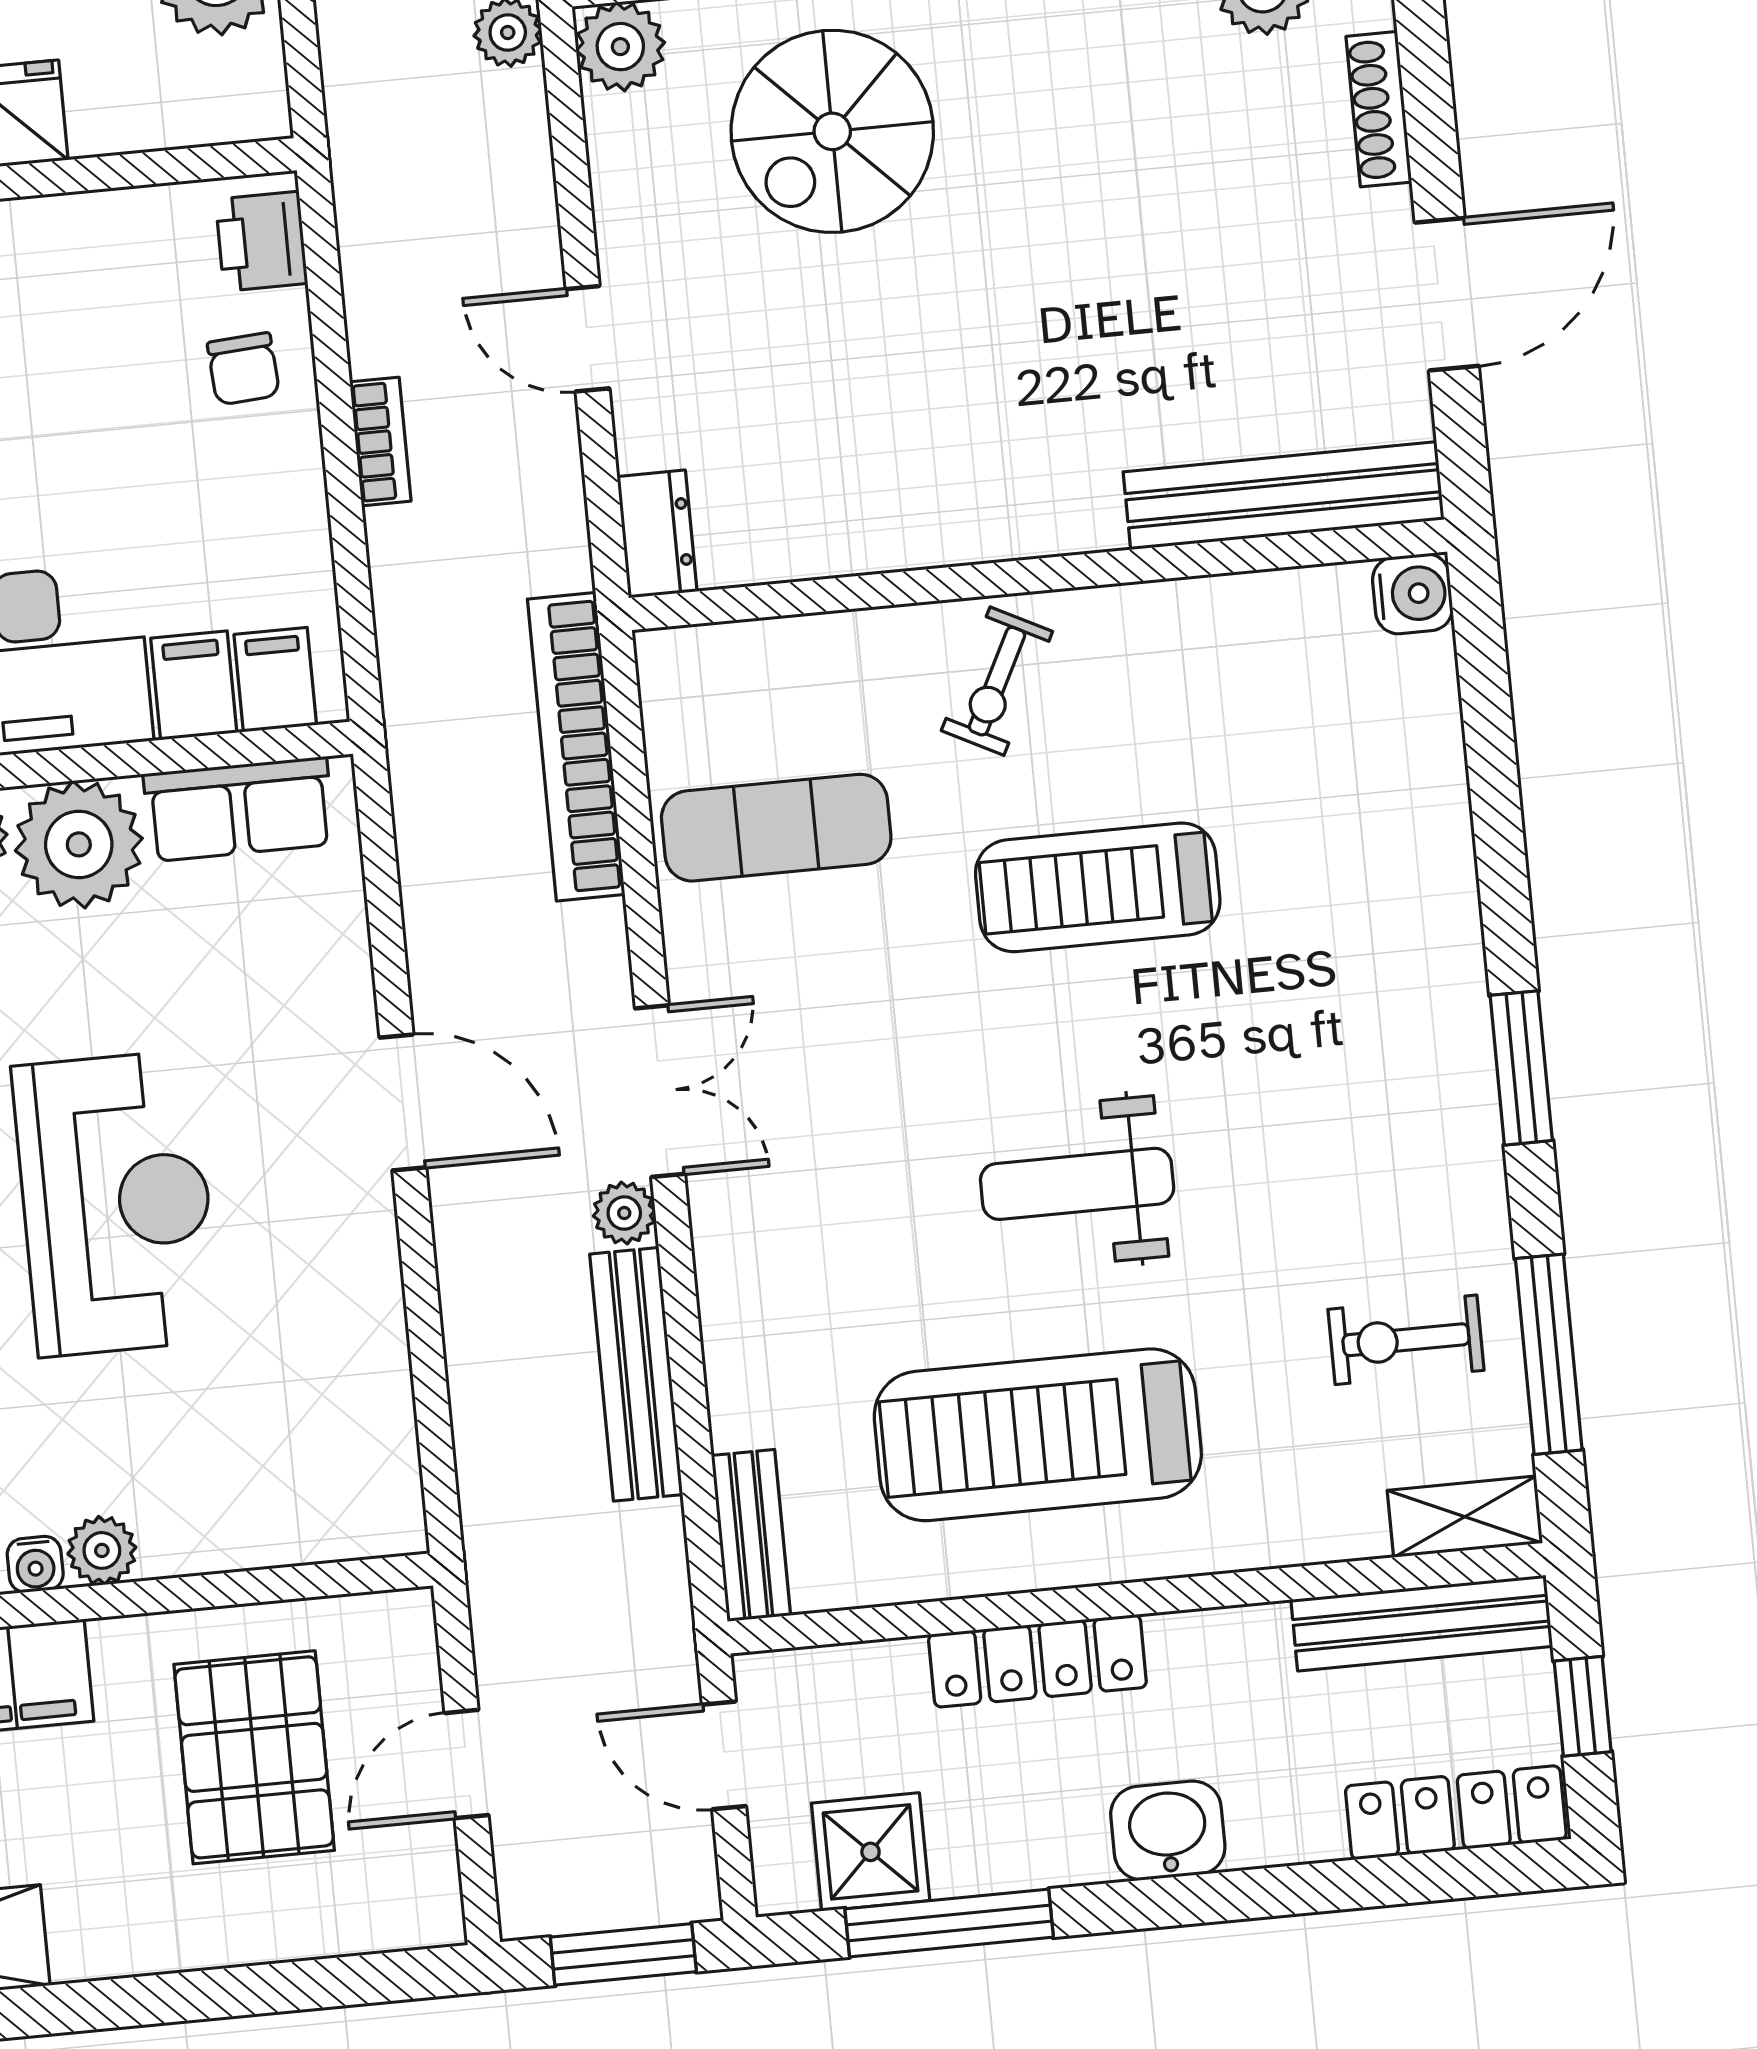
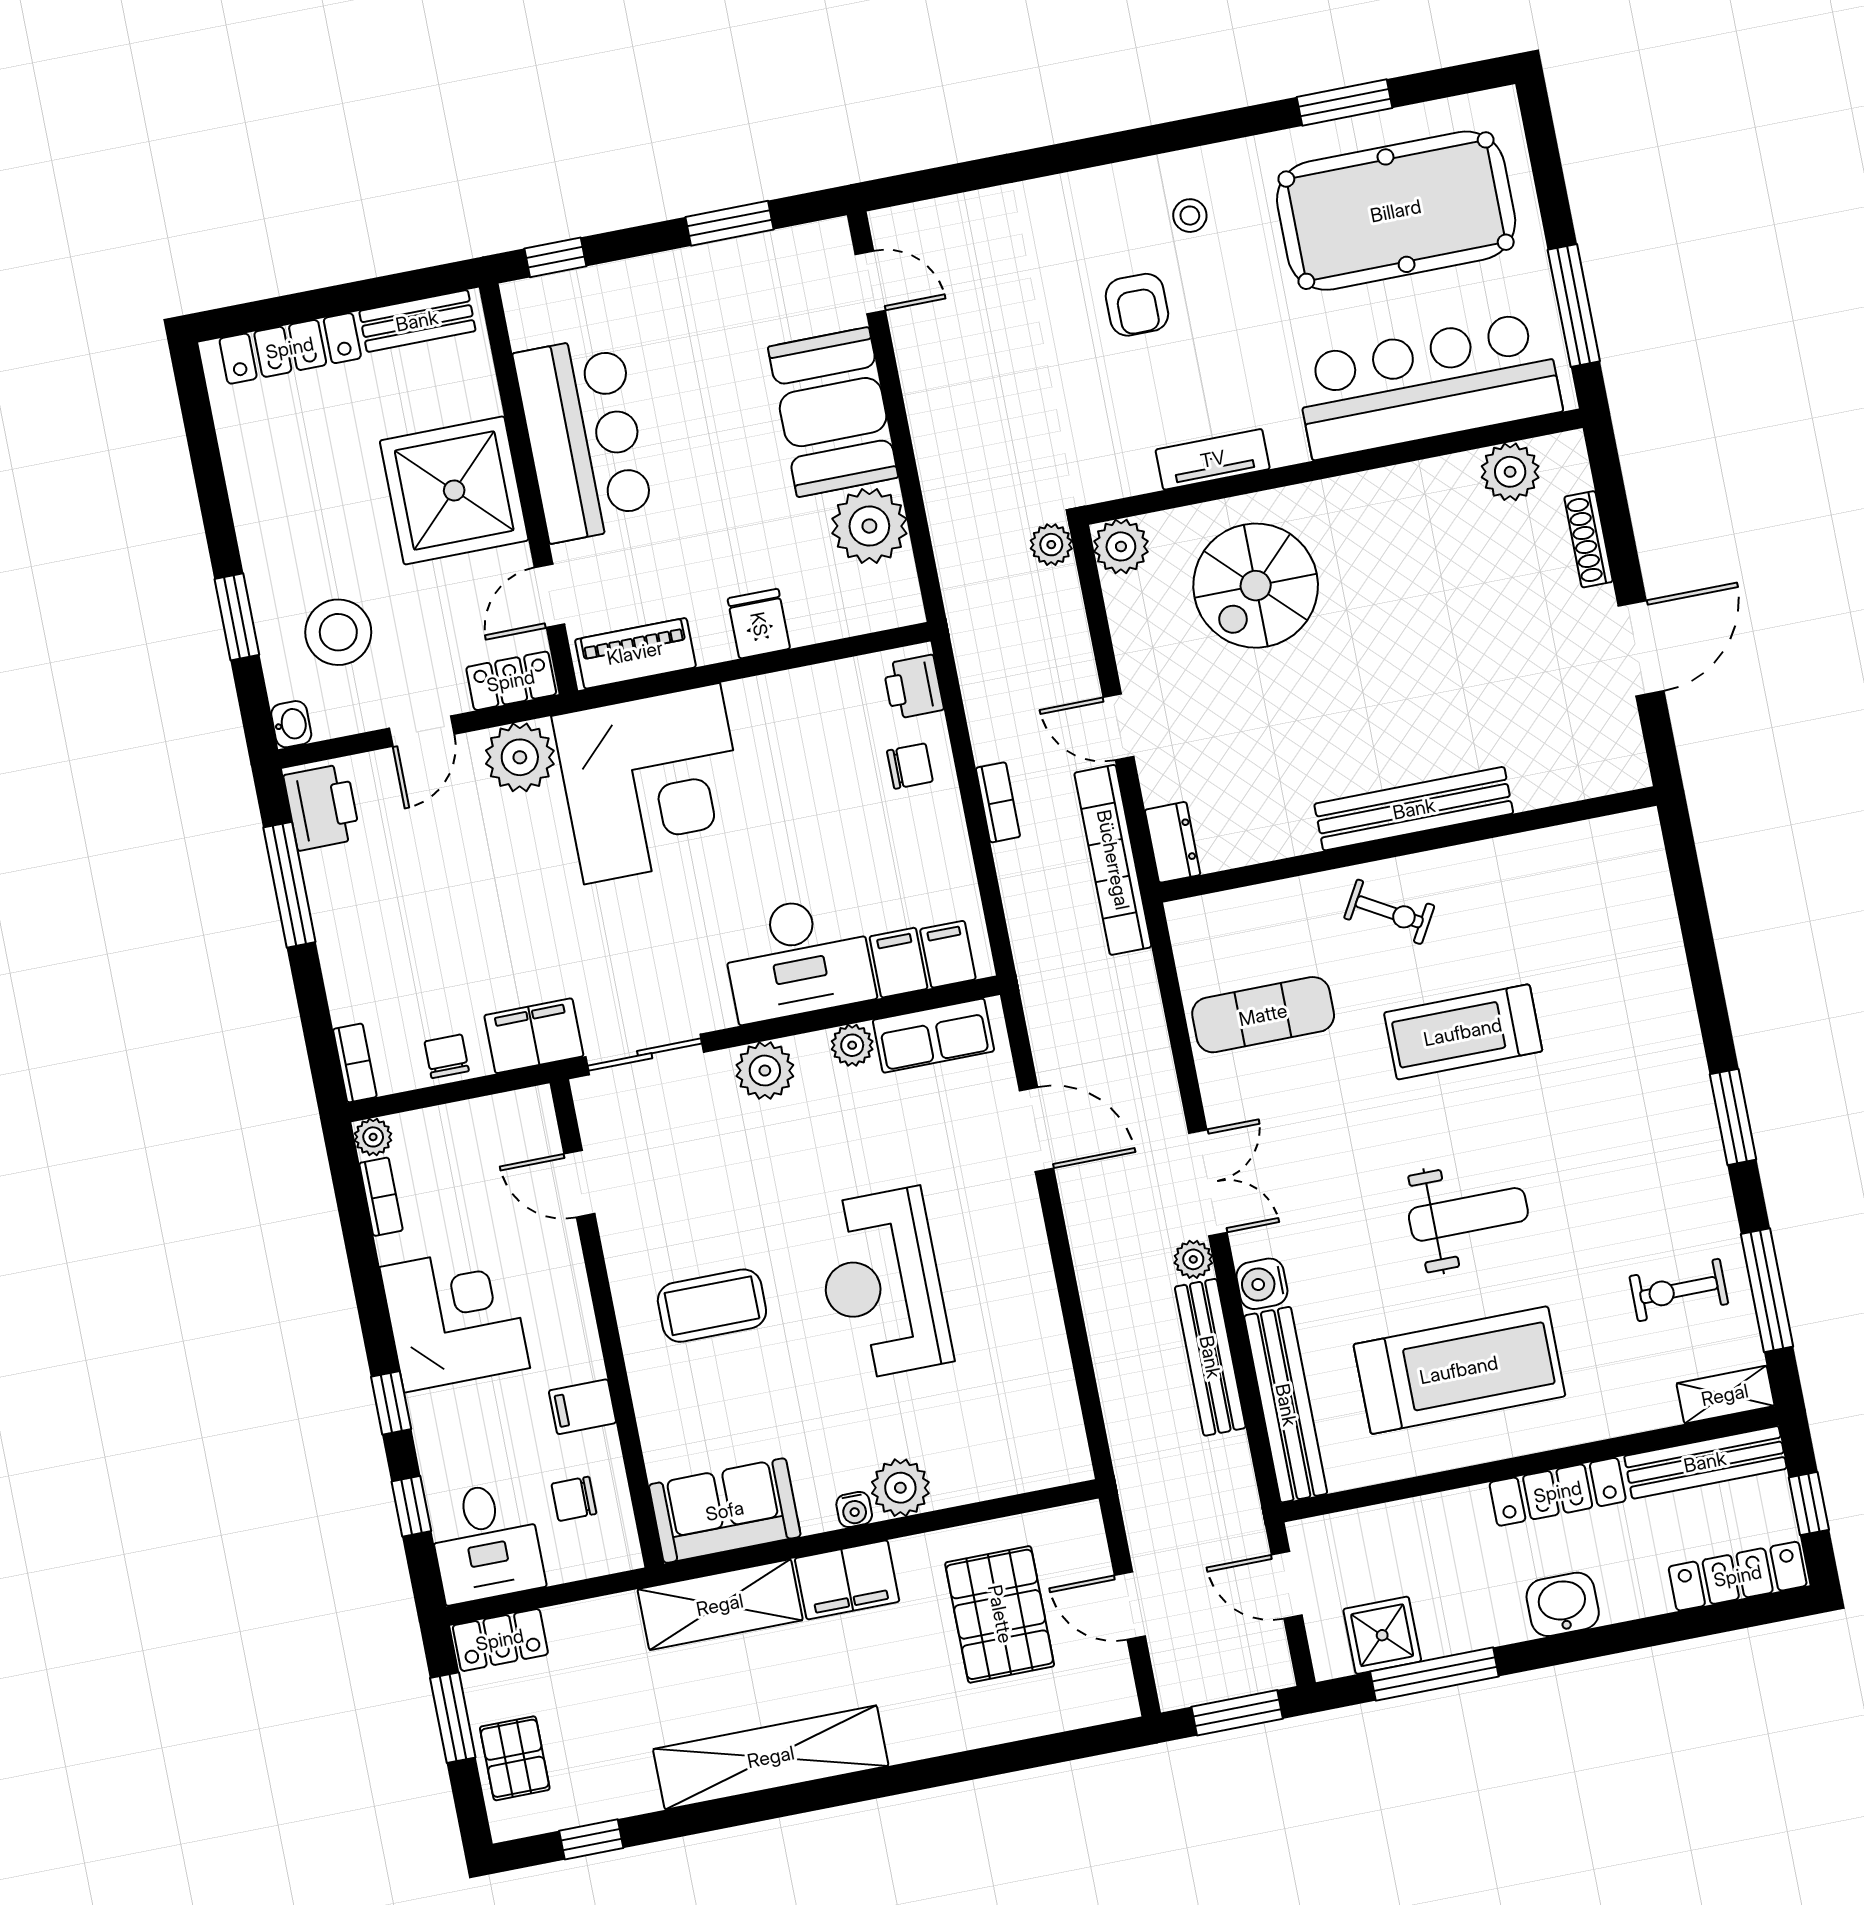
chair: (243, 369) -> (910, 766), turned -86
bench: (1284, 496) -> (1414, 809), moved
water cooler: (1413, 594) -> (1262, 1284), moved, turned 180
exercise bike: (997, 681) -> (1389, 912), turned -87
bookcase: (576, 747) -> (1113, 860), moved
plant: (79, 844) -> (852, 1045), width x0.53, depth x0.53
door: (403, 1102) -> (1036, 1129), moved
weight bench: (1077, 1184) -> (1468, 1214), turned 180
reception desk: (116, 1203) -> (882, 1284), turned 180
treadmill: (1038, 1435) -> (1459, 1370), turned 180
bench: (751, 1535) -> (1286, 1405), width x1.86, depth x1.21
plant: (102, 1550) -> (900, 1488), width x1.38, depth x1.38
locker: (1037, 1661) -> (1558, 1492), moved
door: (467, 1764) -> (1130, 1606), hinge flipped

